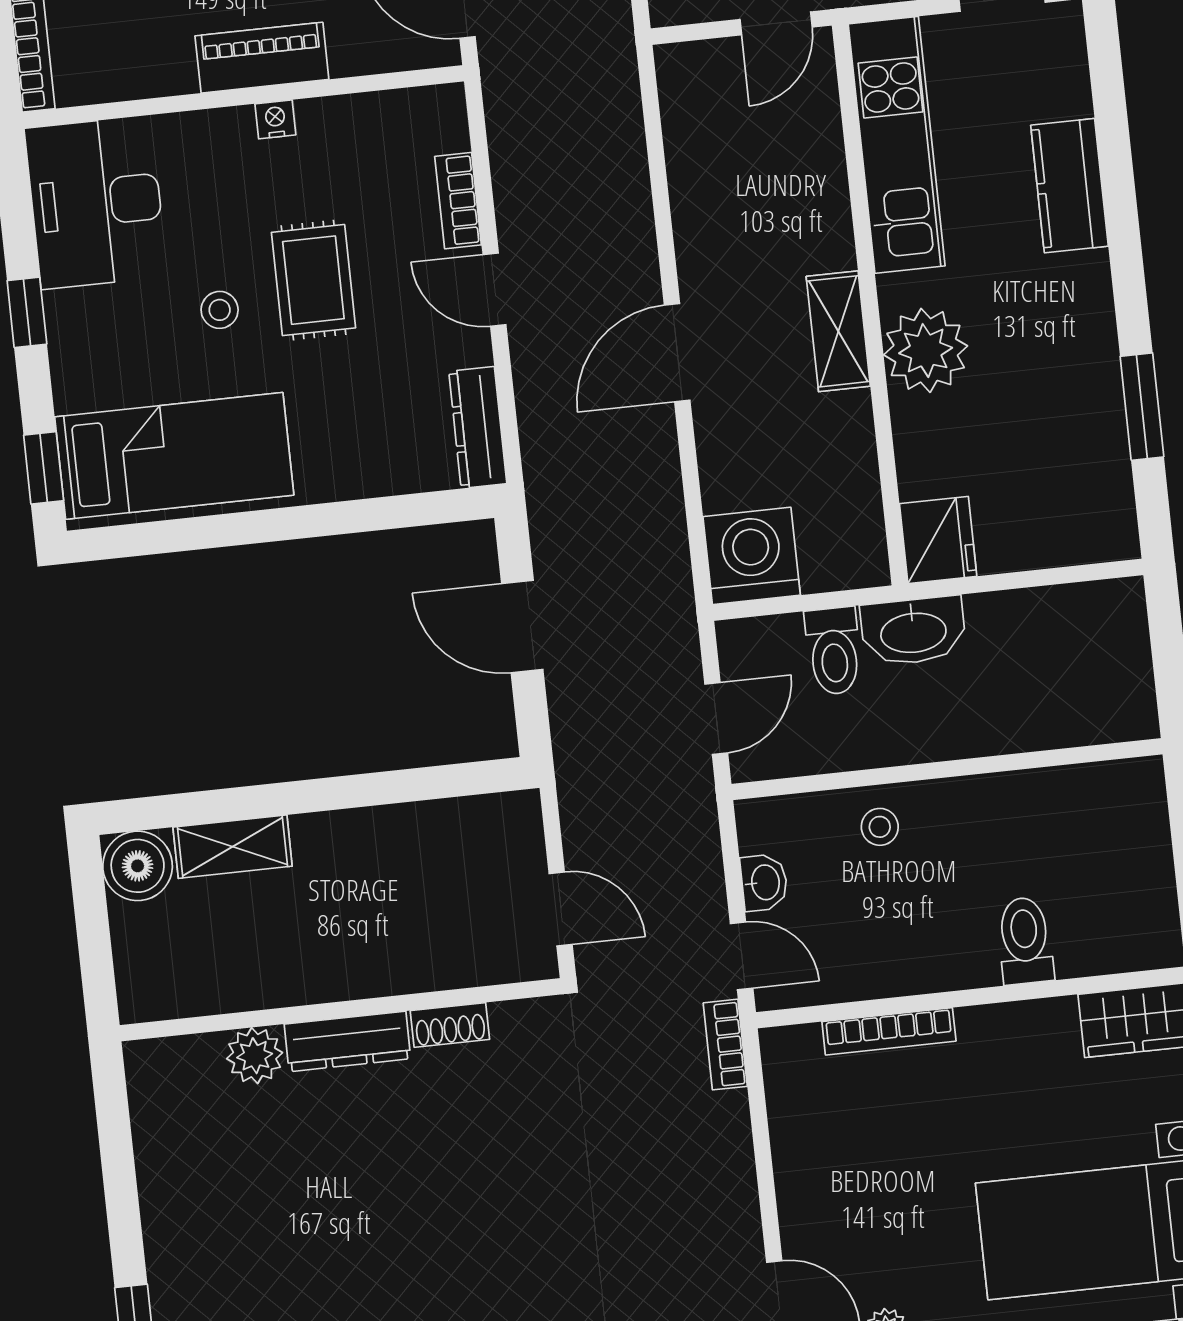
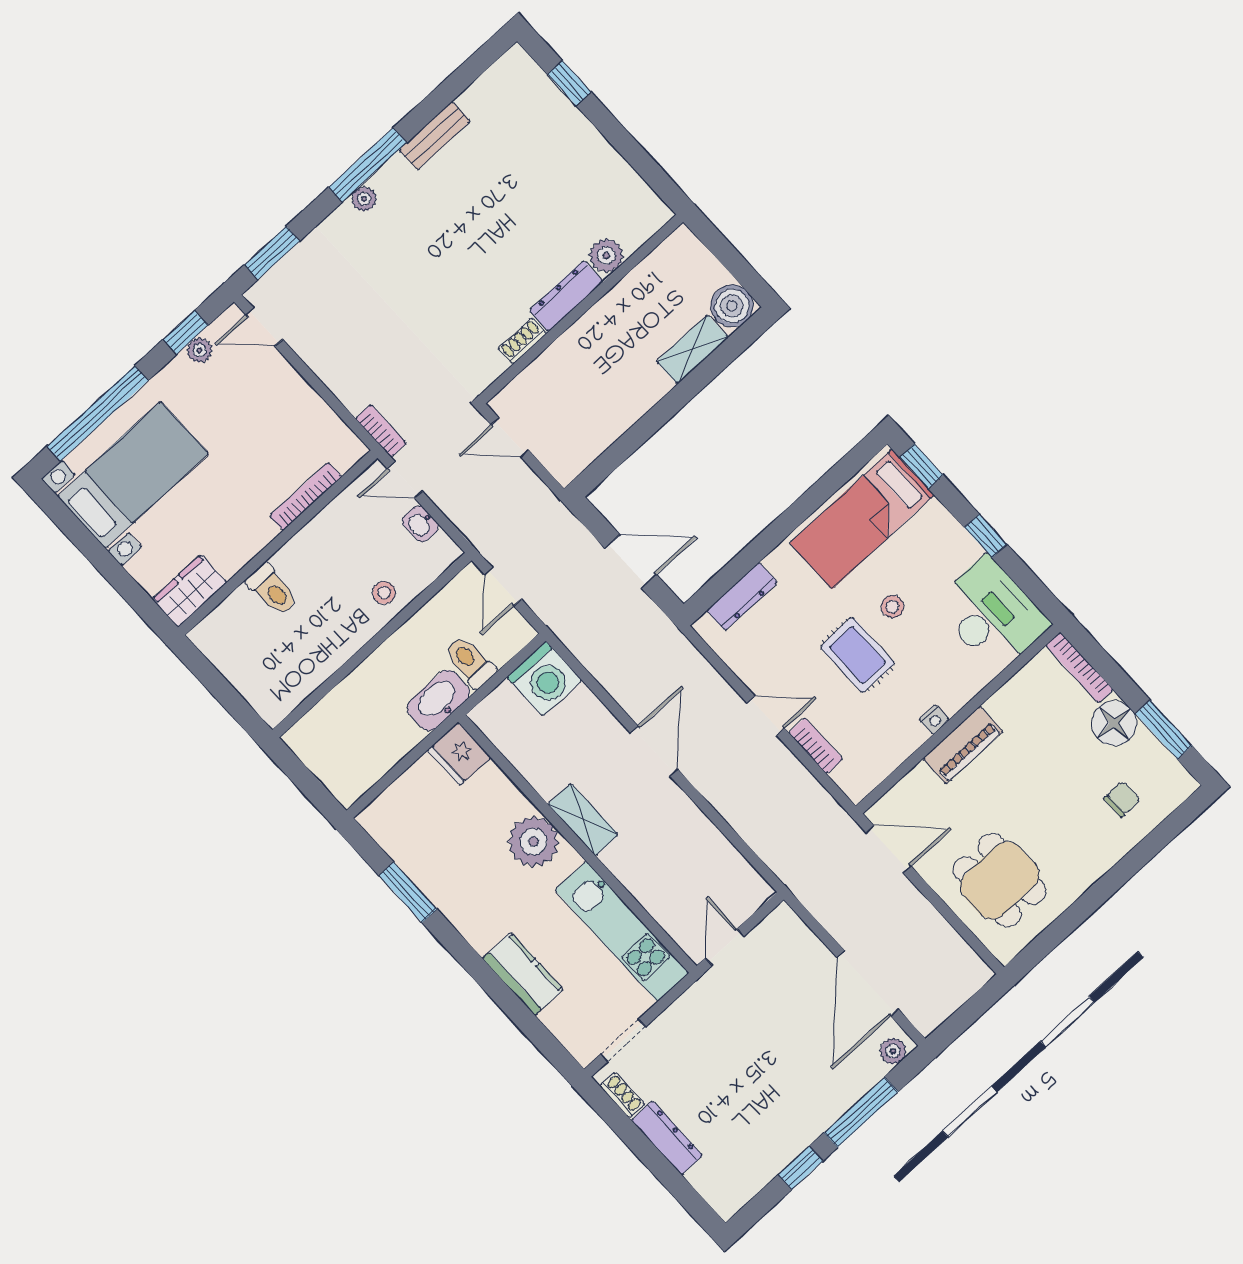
dresser: (478, 427) -> (742, 596), moved, turned 90

